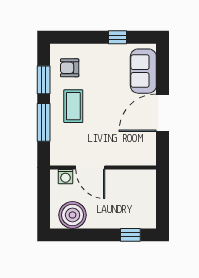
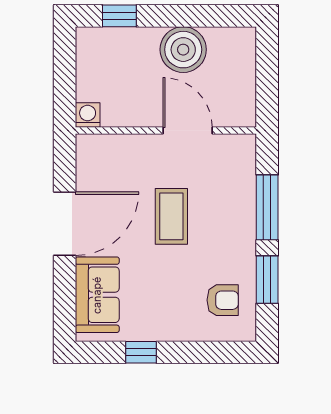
coffee table: (73, 106) -> (171, 216), moved
washing machine: (65, 177) -> (88, 115), moved
boiler: (73, 215) -> (183, 50), moved

